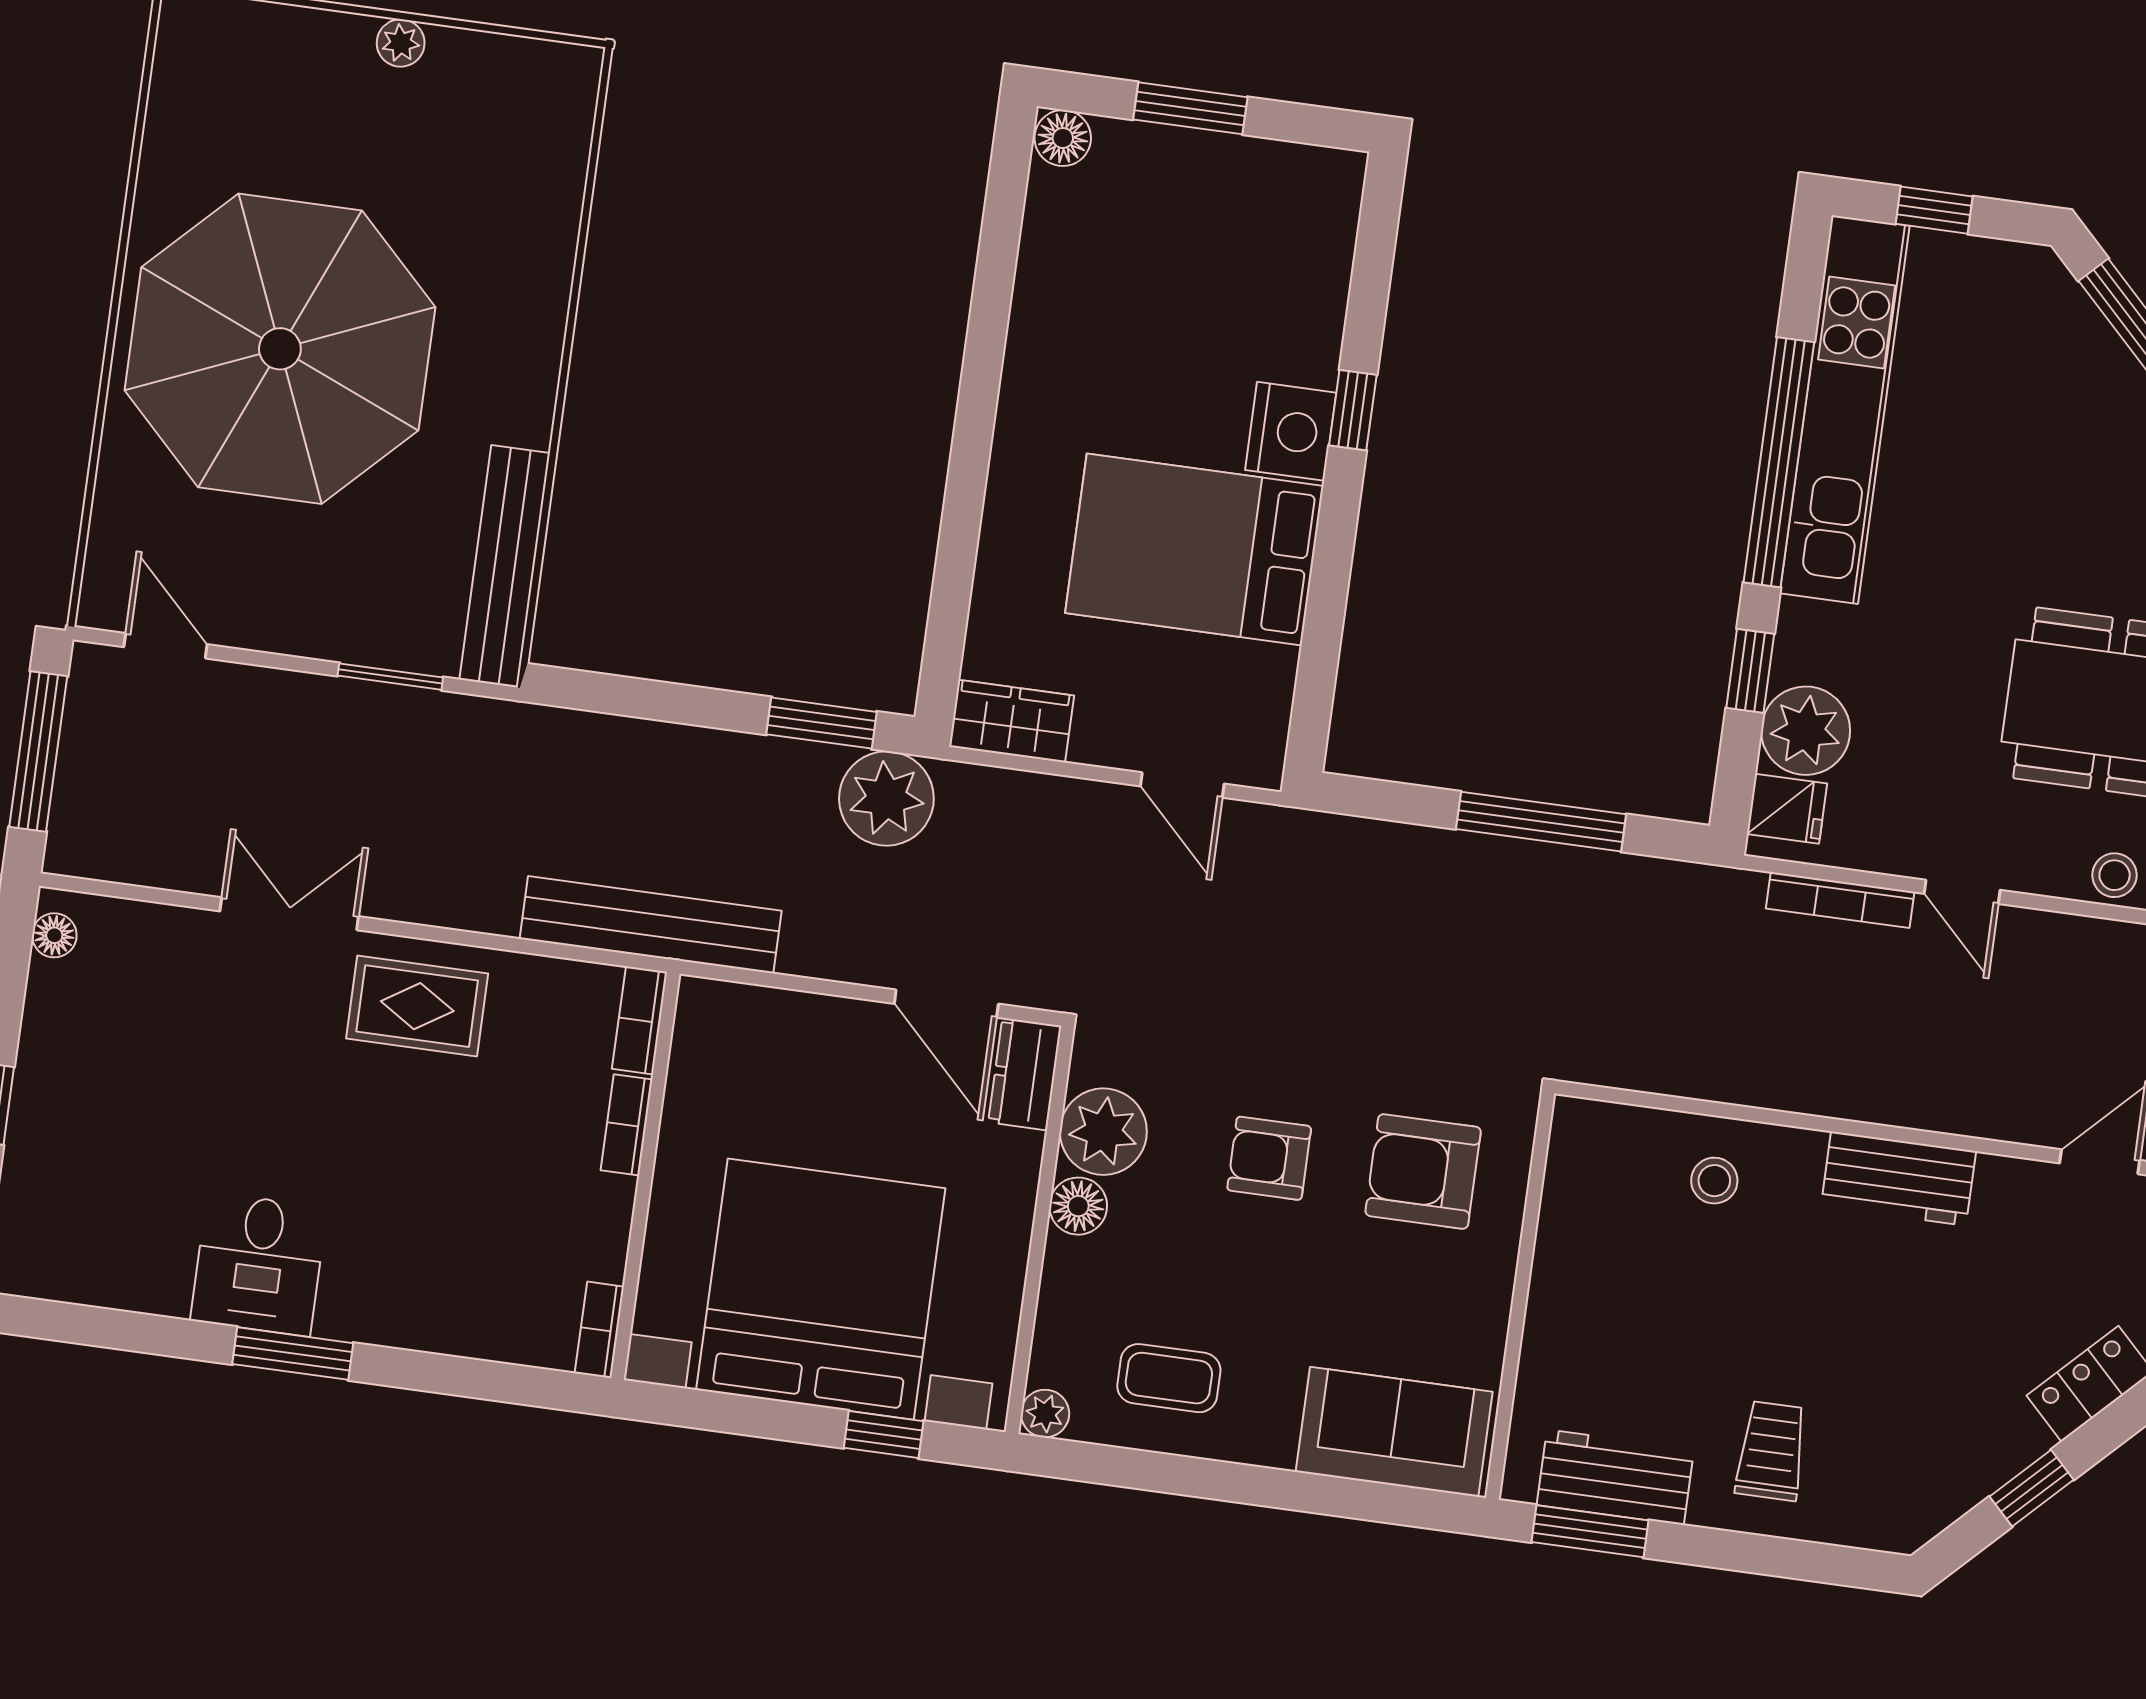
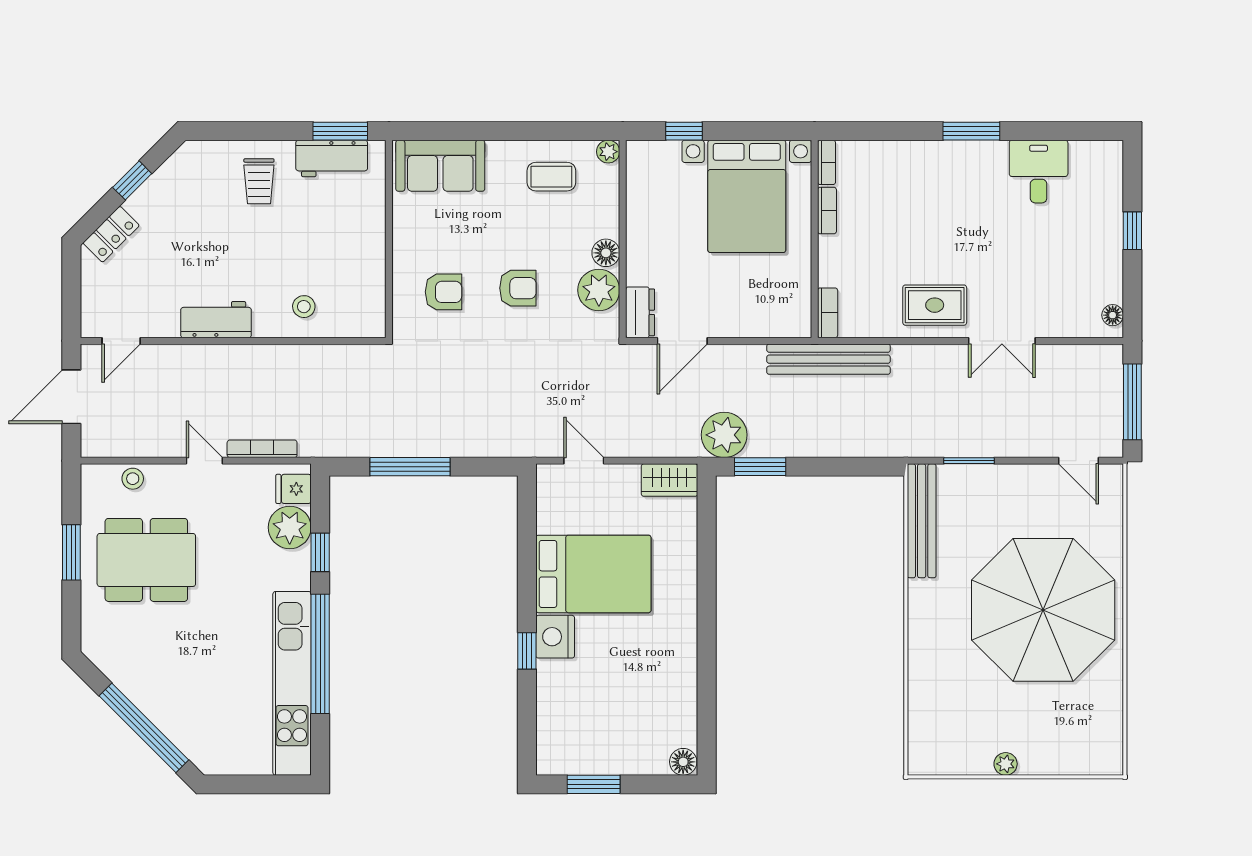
window: (1190, 108) -> (594, 784), moved
window: (1934, 210) -> (262, 784), removed
door: (946, 1004) -> (682, 341), swing flipped
bookcase: (627, 1125) -> (827, 211), moved
armchair: (1423, 1171) -> (443, 292), width x0.72, depth x0.72
desk: (259, 1264) -> (1039, 172), moved
bed with nightstands: (821, 1289) -> (747, 196), width x0.73

